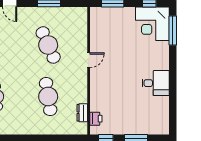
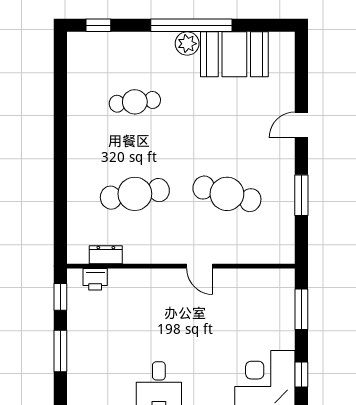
cafe table: (48, 45) -> (227, 194), turned 39

